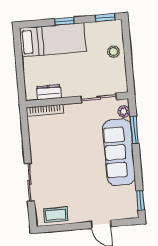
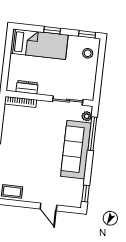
stool: (113, 52) -> (88, 53), moved
window: (134, 130) -> (92, 134), width x1.44

